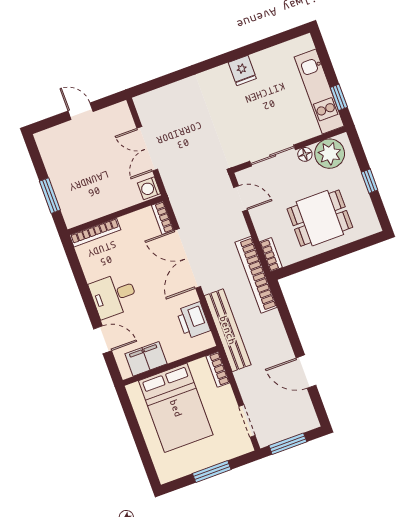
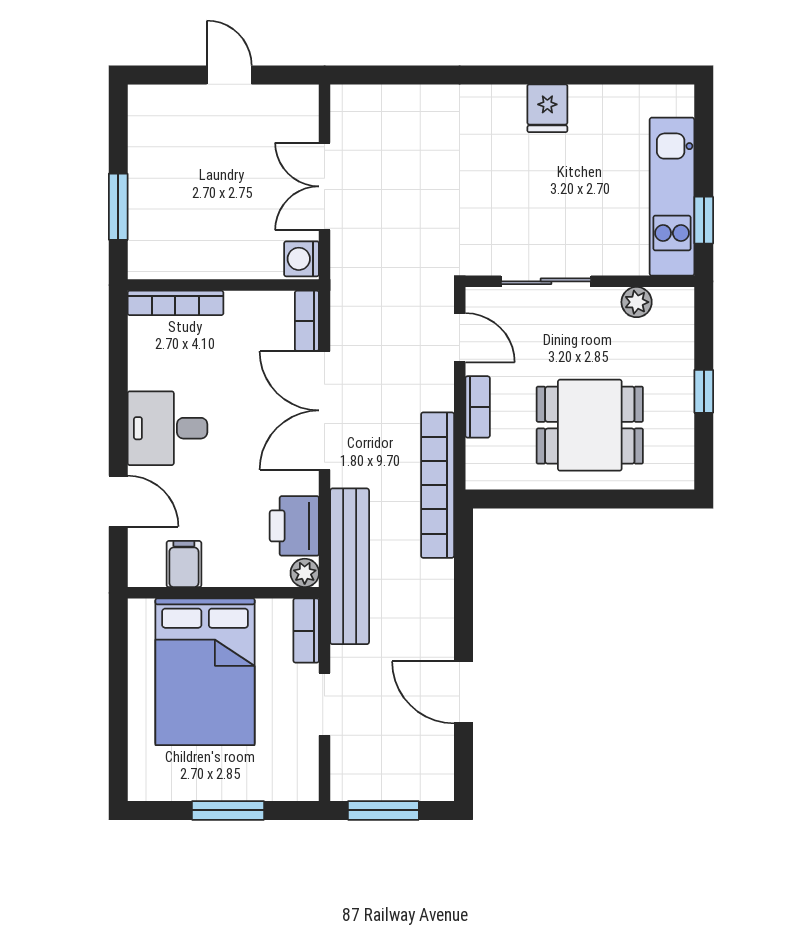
floor lamp: (305, 154) -> (605, 300), removed
plant: (330, 154) -> (637, 302), width x0.53, depth x0.53
bookcase: (271, 255) -> (478, 407), moved
plant: (207, 342) -> (305, 573), added
filing cabinet: (146, 359) -> (184, 564), width x0.50
doorway: (247, 421) -> (325, 704), moved

